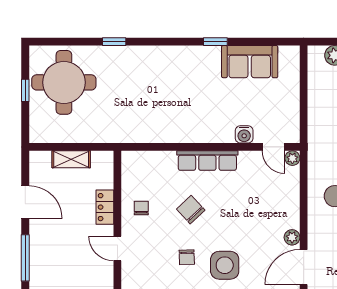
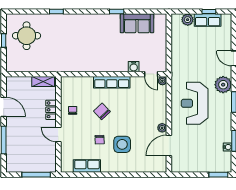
round table: (64, 82) -> (27, 36), width x0.73, depth x0.73
shelving: (71, 159) -> (43, 81), moved

